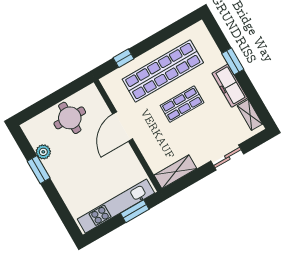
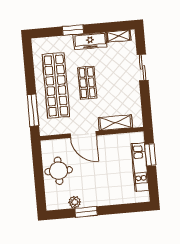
window: (124, 58) -> (33, 110), width x2.17
shelving: (175, 172) -> (115, 123), moved, turned 90
kitchen unit: (116, 206) -> (140, 167), width x0.73

